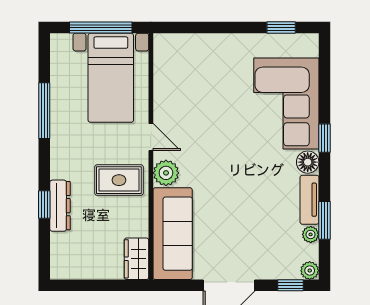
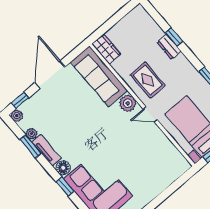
rug: (119, 180) -> (148, 80), turned 90
dresser: (60, 206) -> (169, 47), width x0.70

